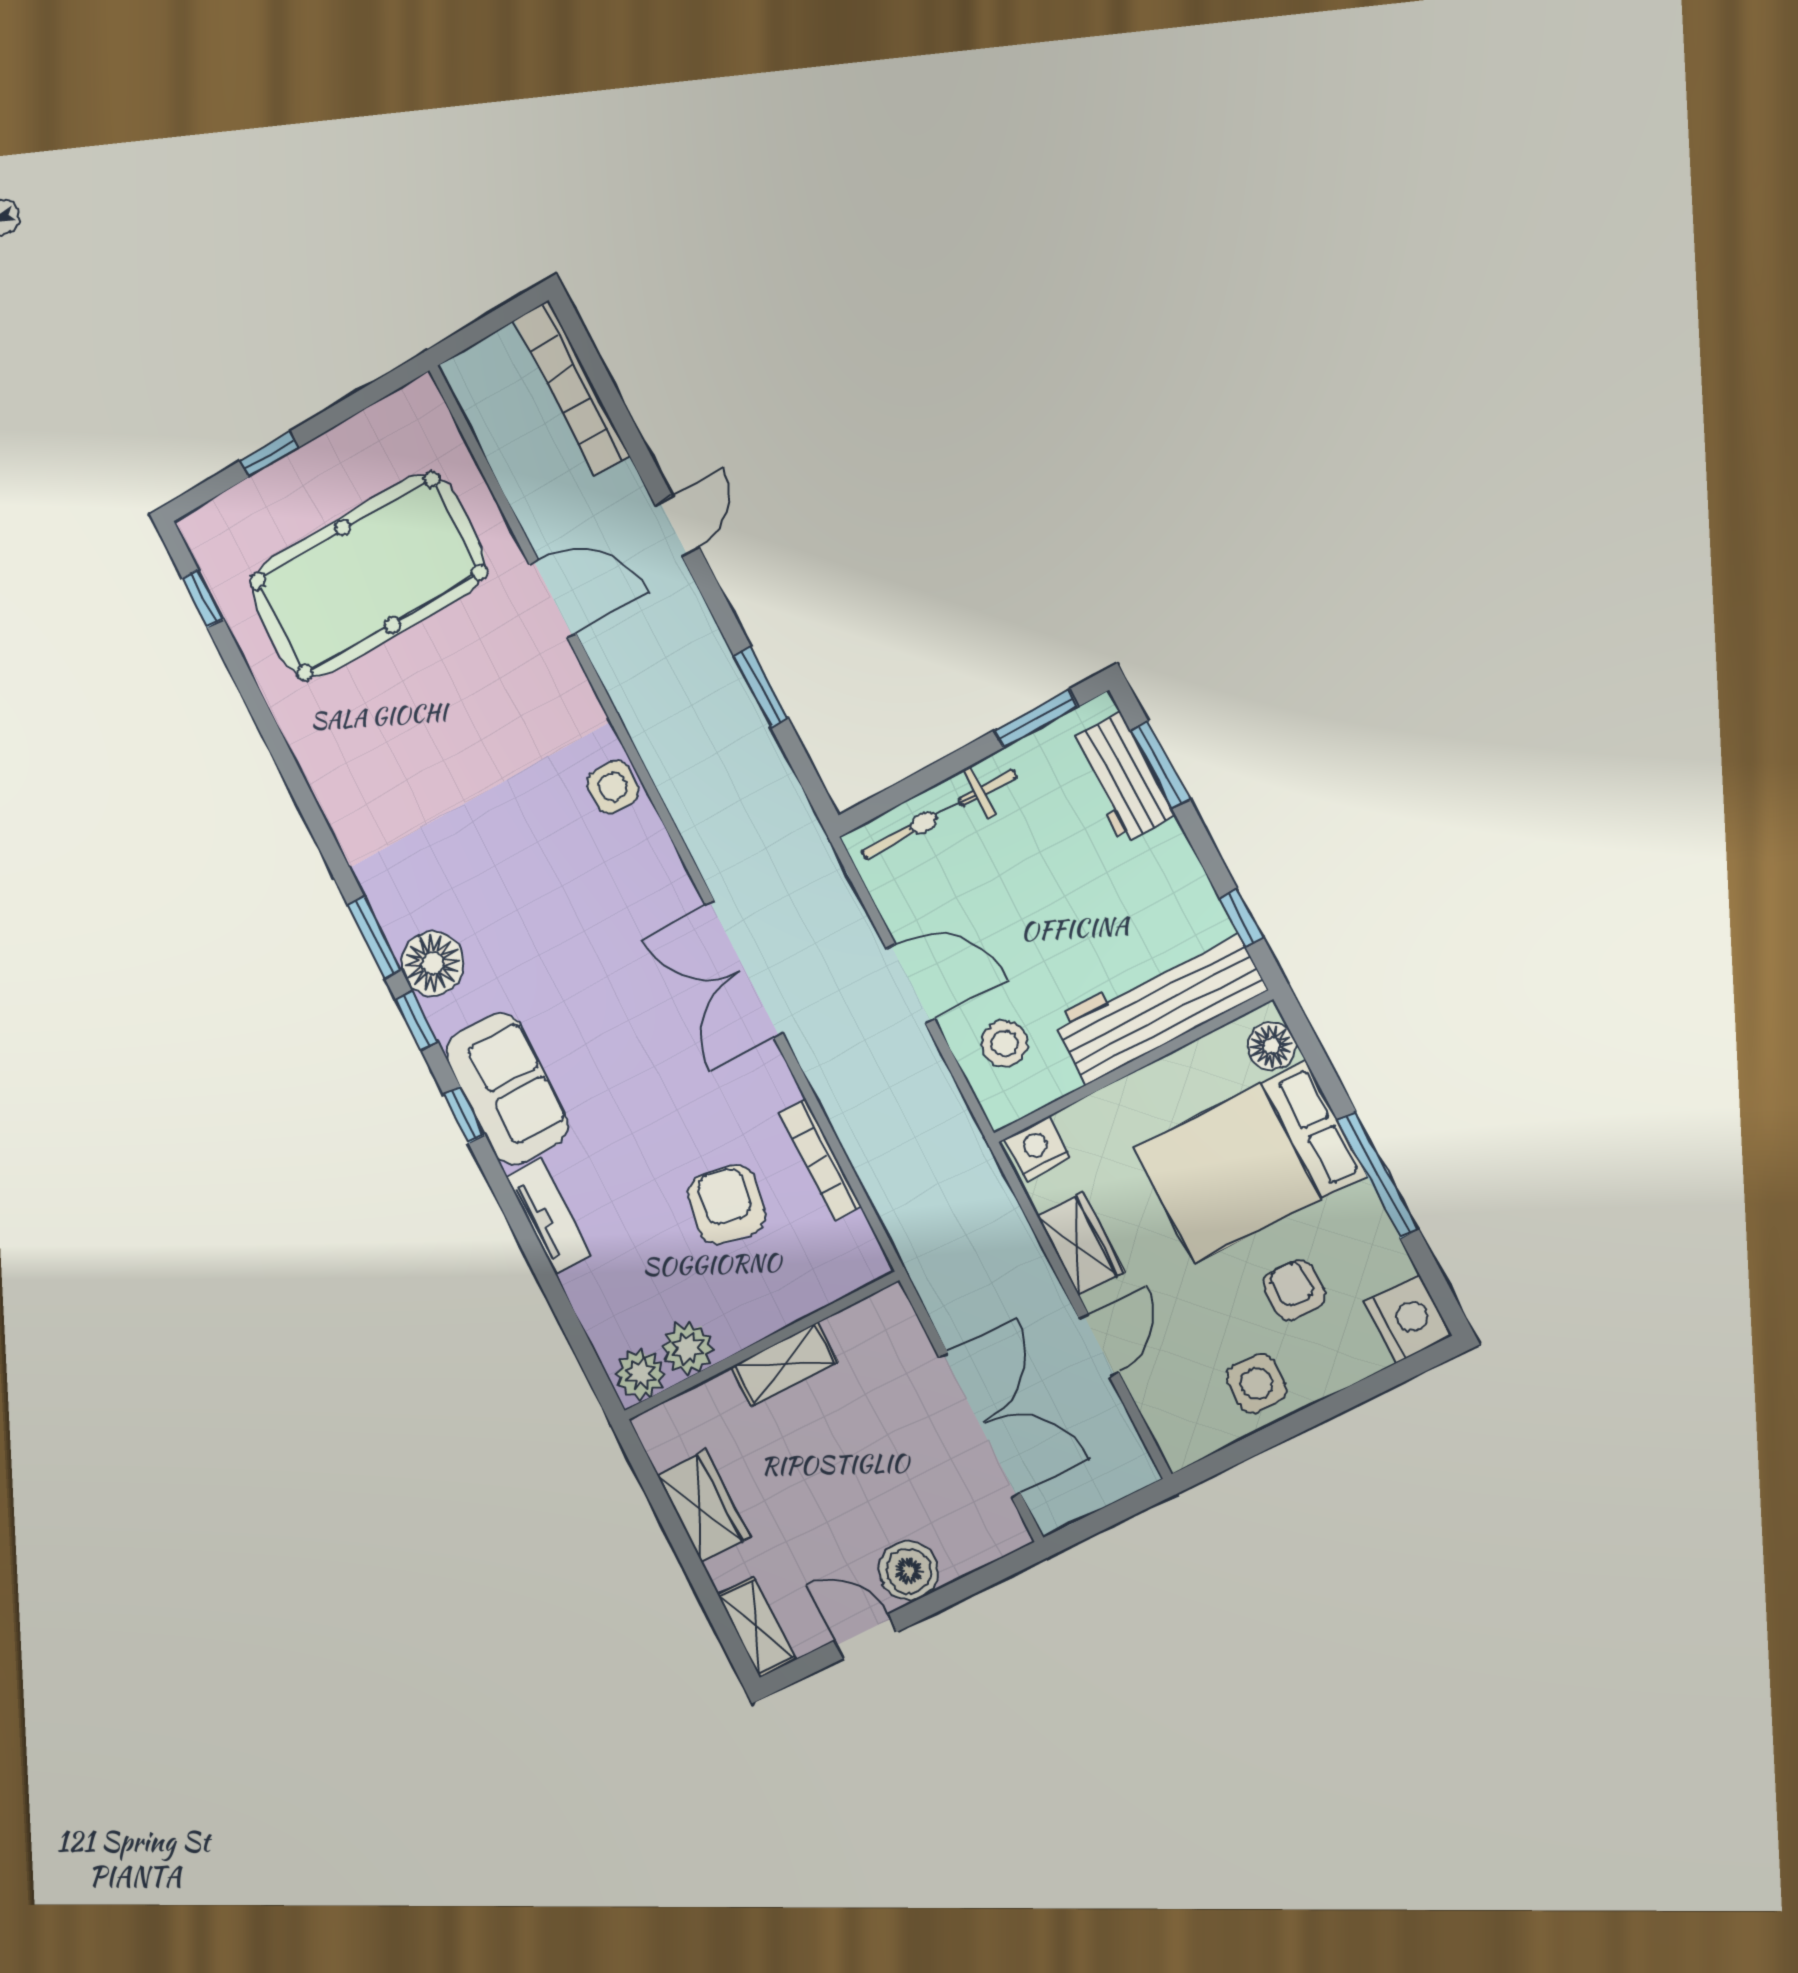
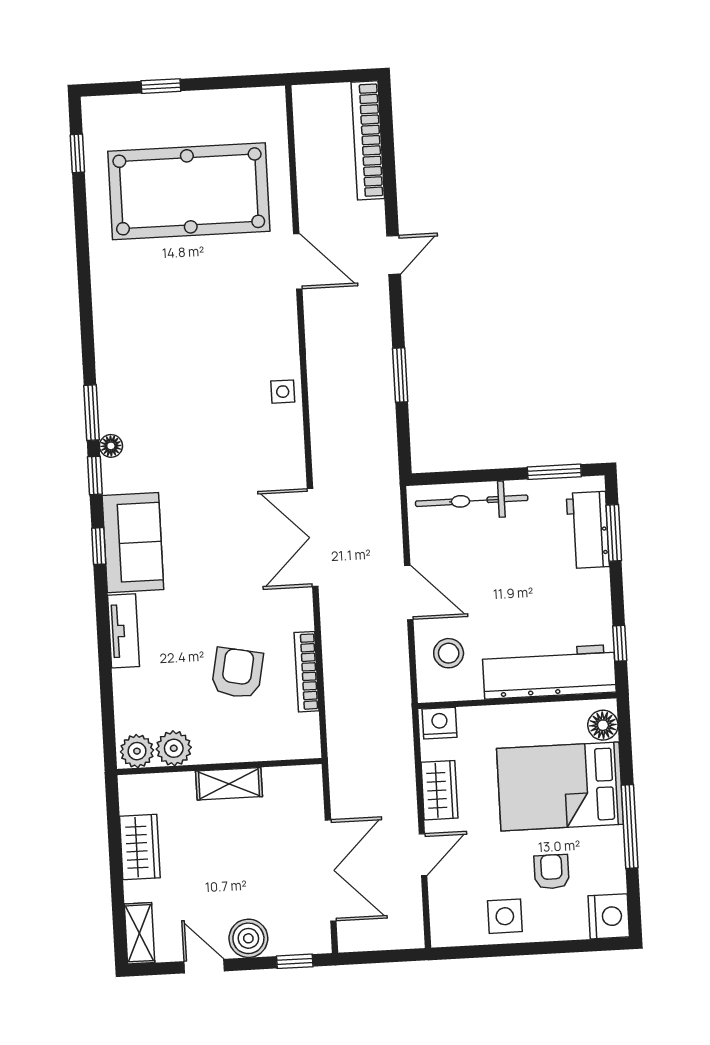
side table: (613, 787) -> (283, 392), width x0.73, depth x0.73
floor lamp: (433, 963) -> (111, 446), width x0.53, depth x0.53
window: (988, 1576) -> (295, 961), added

